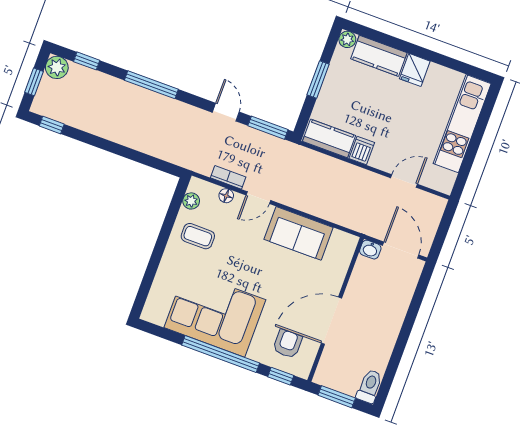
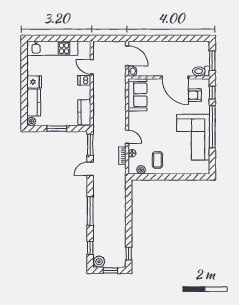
dishwasher: (362, 150) -> (84, 80), moved
sofa: (299, 233) -> (138, 95), moved
door: (401, 250) -> (127, 56), swing flipped
toilet: (369, 386) -> (201, 71), moved

